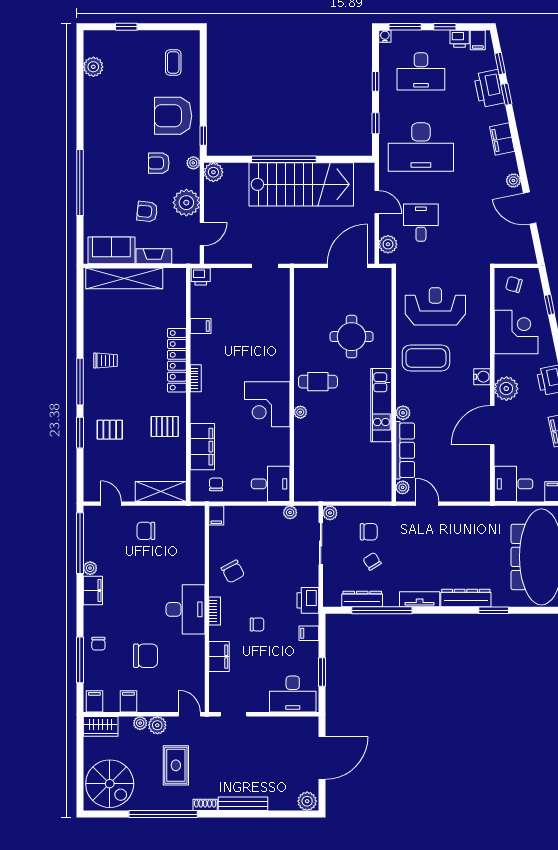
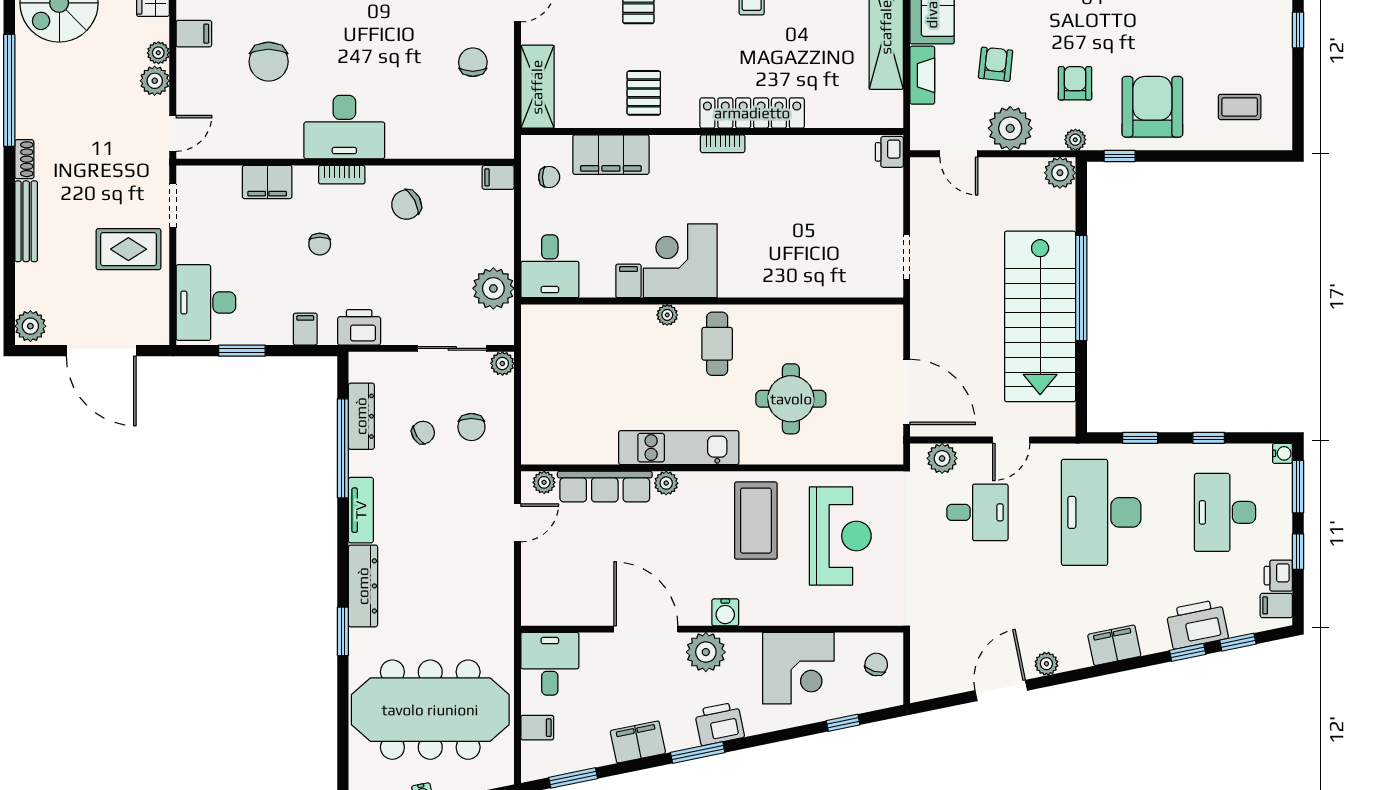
filing cabinet: (201, 326) -> (628, 281), moved, turned 180
plant: (290, 512) -> (493, 288), width x1.88, depth x1.88
rug: (176, 765) -> (128, 249), moved

